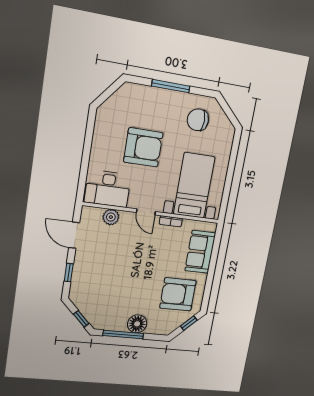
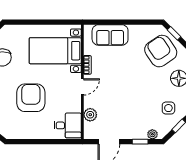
desk: (108, 189) -> (68, 125), width x0.73
plant: (76, 288) -> (152, 134), added
armchair: (178, 294) -> (161, 51), moved, turned 146
side table: (104, 309) -> (168, 108), added

